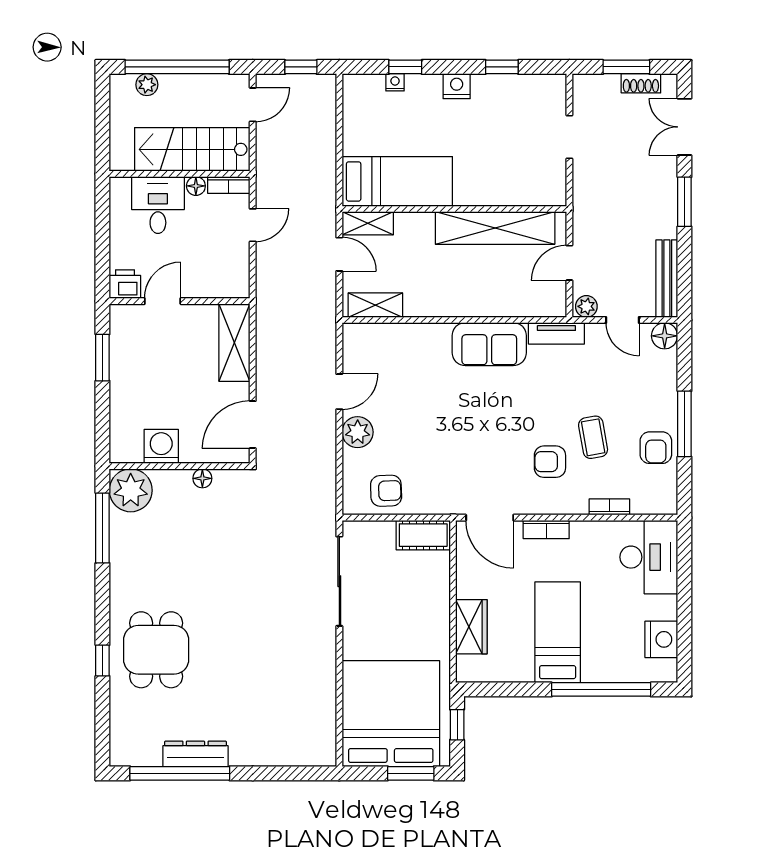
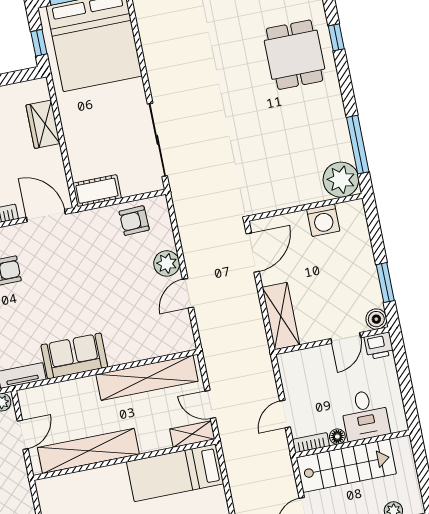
shelving: (375, 305) -> (147, 378), width x2.20, depth x1.33
boiler: (122, 316) -> (376, 319), added
floor lamp: (202, 478) -> (285, 201), removed

